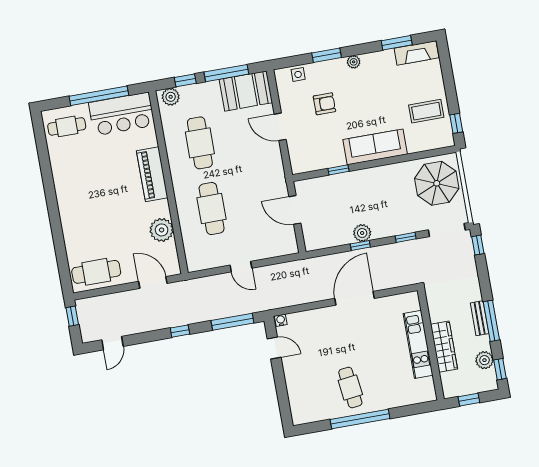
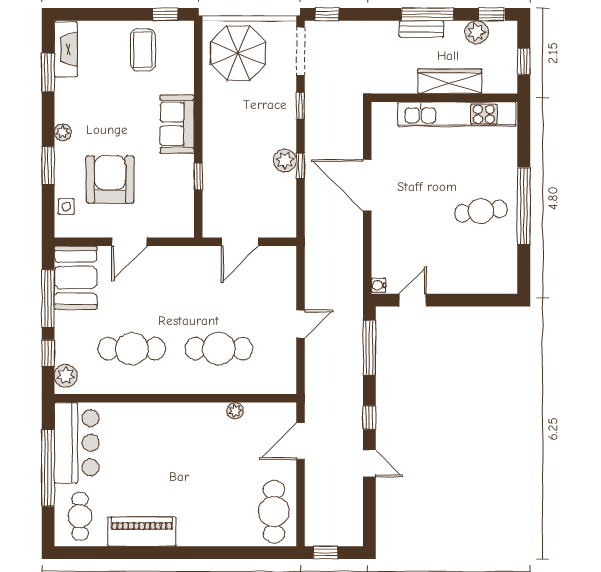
armchair: (324, 104) -> (110, 179), width x1.88, depth x1.88
sofa: (375, 147) -> (177, 124), width x0.73
piano: (152, 174) -> (142, 532), moved, turned 180
plant: (162, 230) -> (235, 411), width x0.53, depth x0.53
door: (112, 343) -> (369, 463), moved
kitchen unit: (418, 344) -> (457, 114), width x1.36

